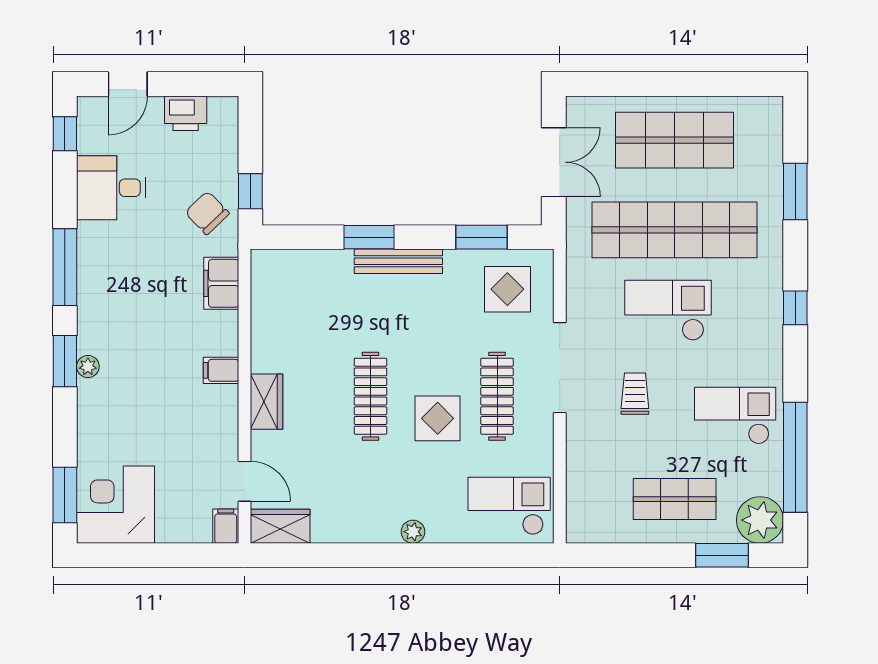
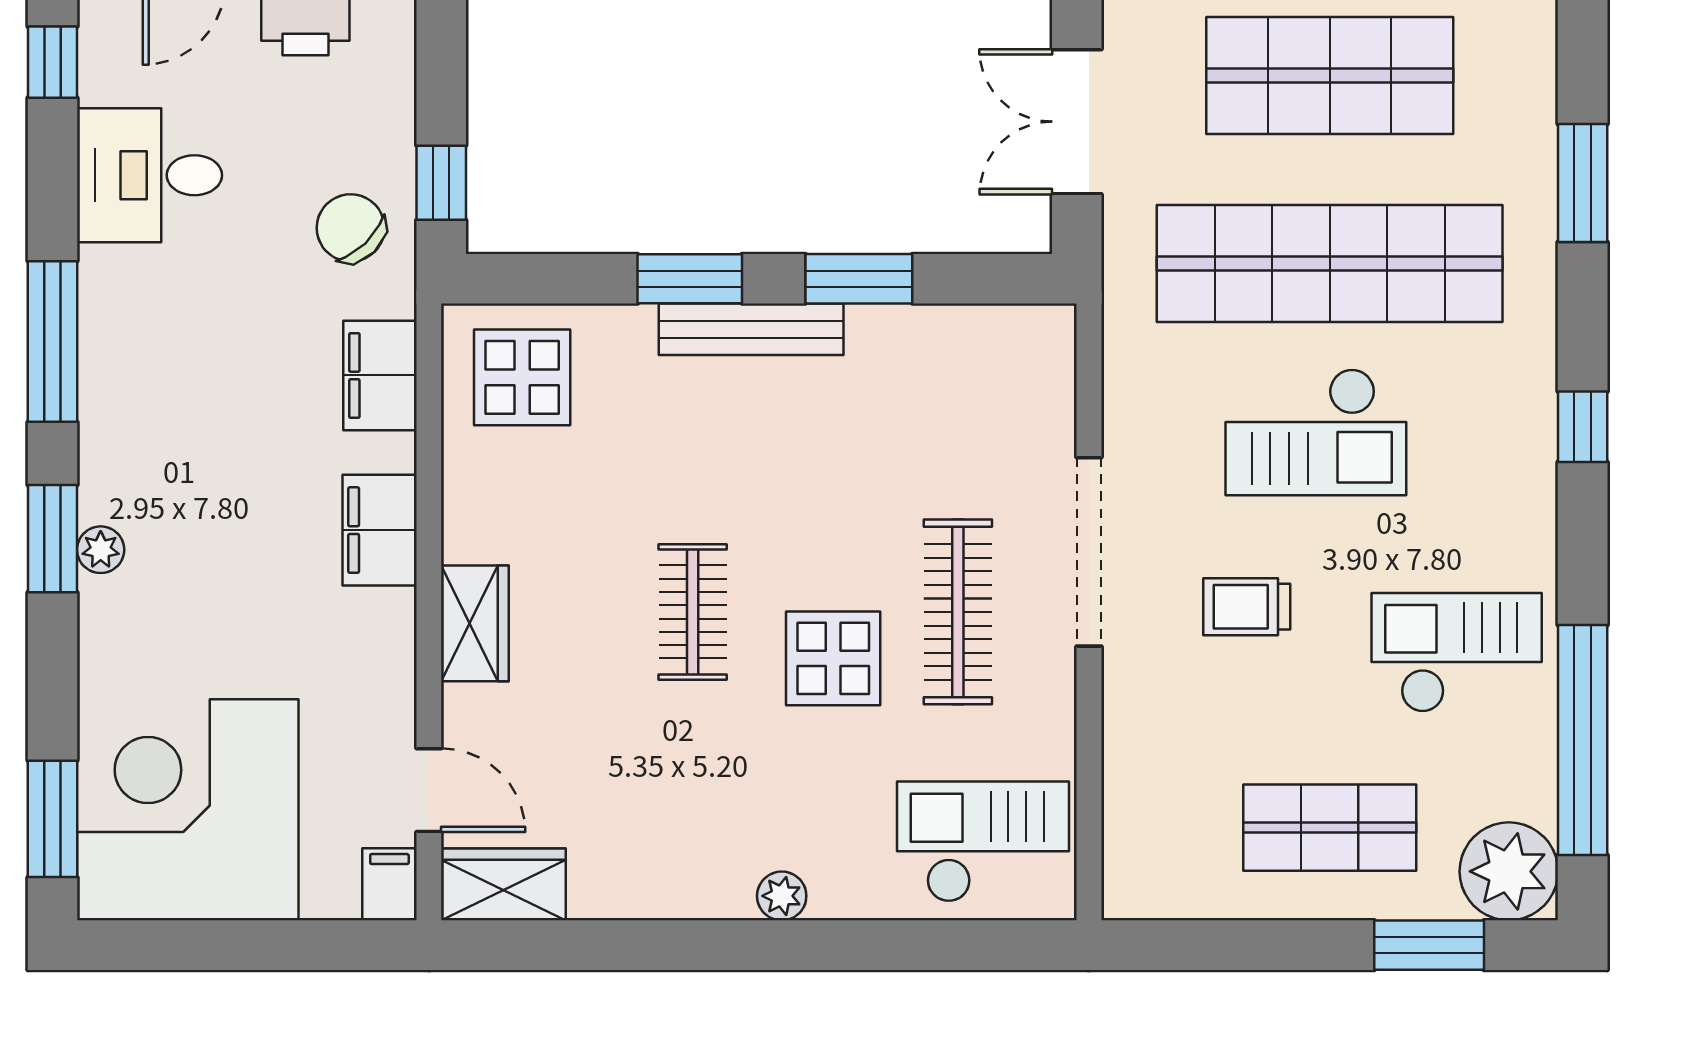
double door: (554, 162) -> (1077, 122), swing flipped
window: (481, 237) -> (859, 279), moved
display table: (507, 289) -> (522, 377), moved
checkout: (668, 310) -> (1316, 432), turned 180
filing cabinet: (221, 370) -> (380, 530), width x2.00
trolley: (635, 394) -> (1247, 607), turned -90
clothes rail: (370, 396) -> (693, 612), width x0.73
corner desk: (115, 505) -> (188, 810), width x1.36, depth x1.36

